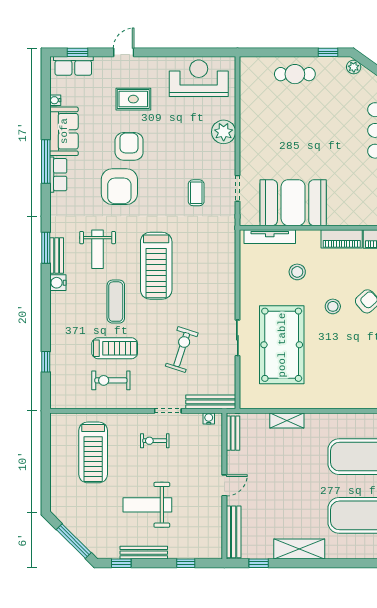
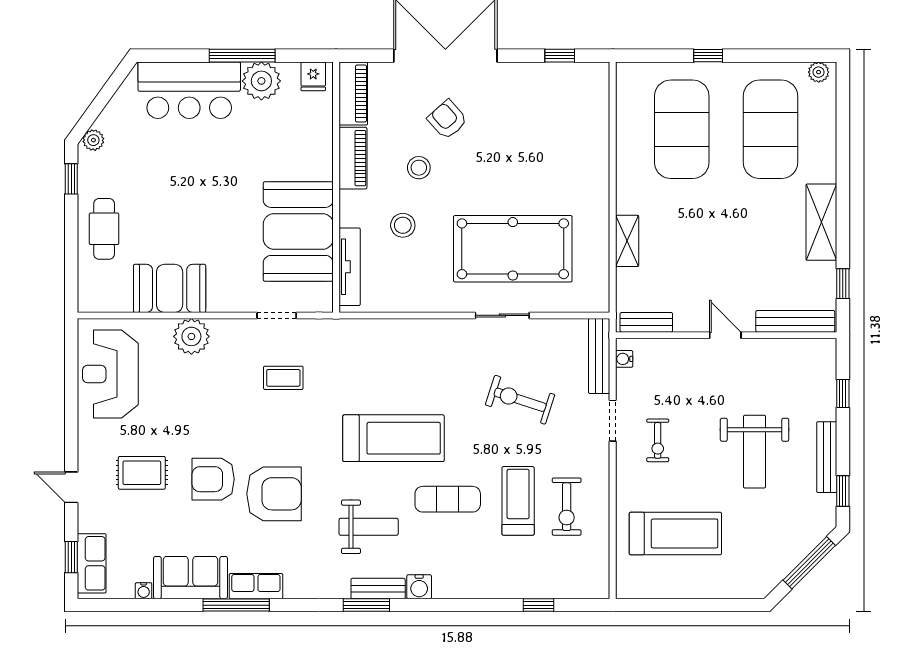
rug: (133, 99) -> (142, 473), turned 90
booth: (255, 117) -> (170, 288), added
stool: (333, 306) -> (419, 168), moved

